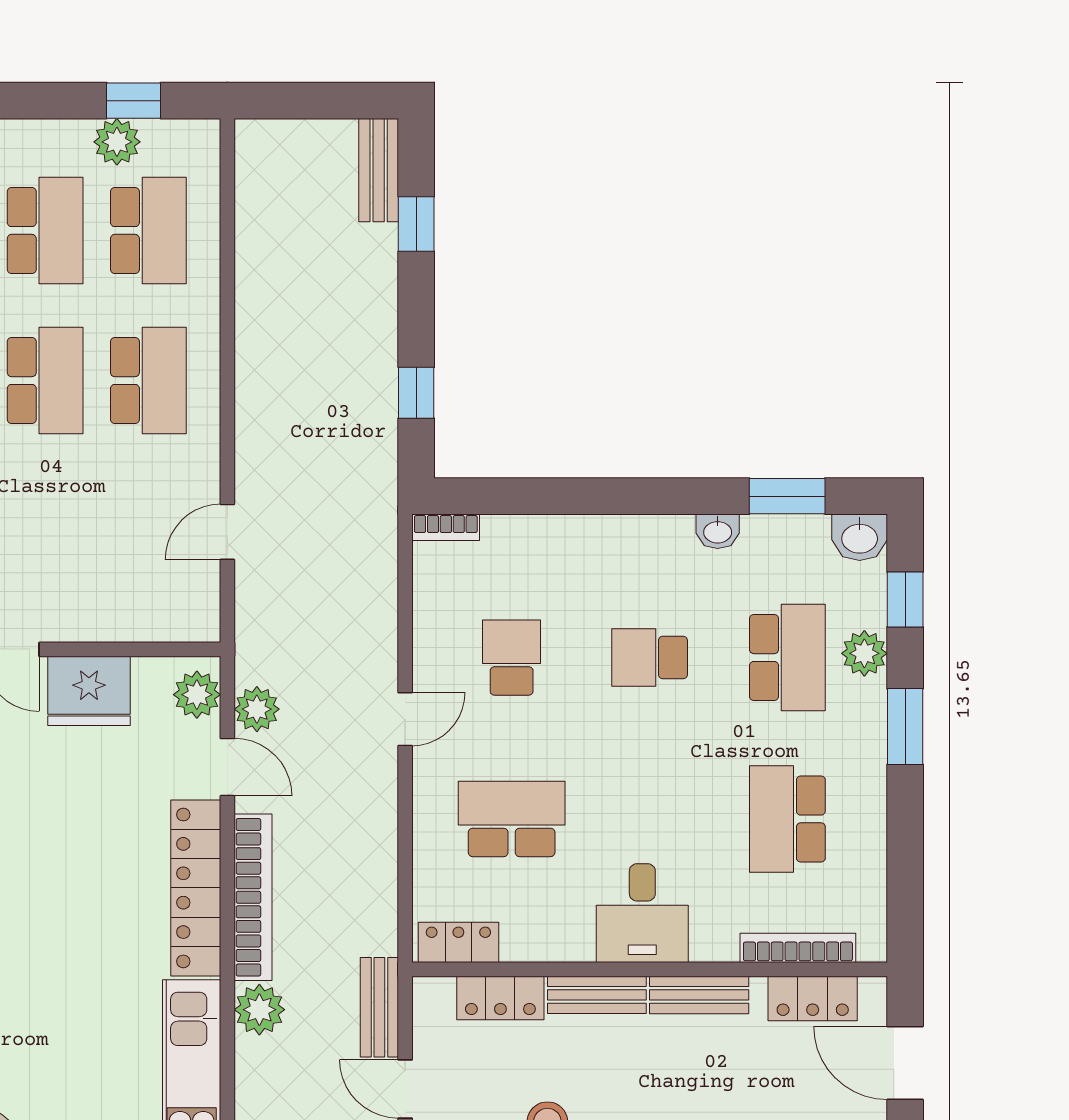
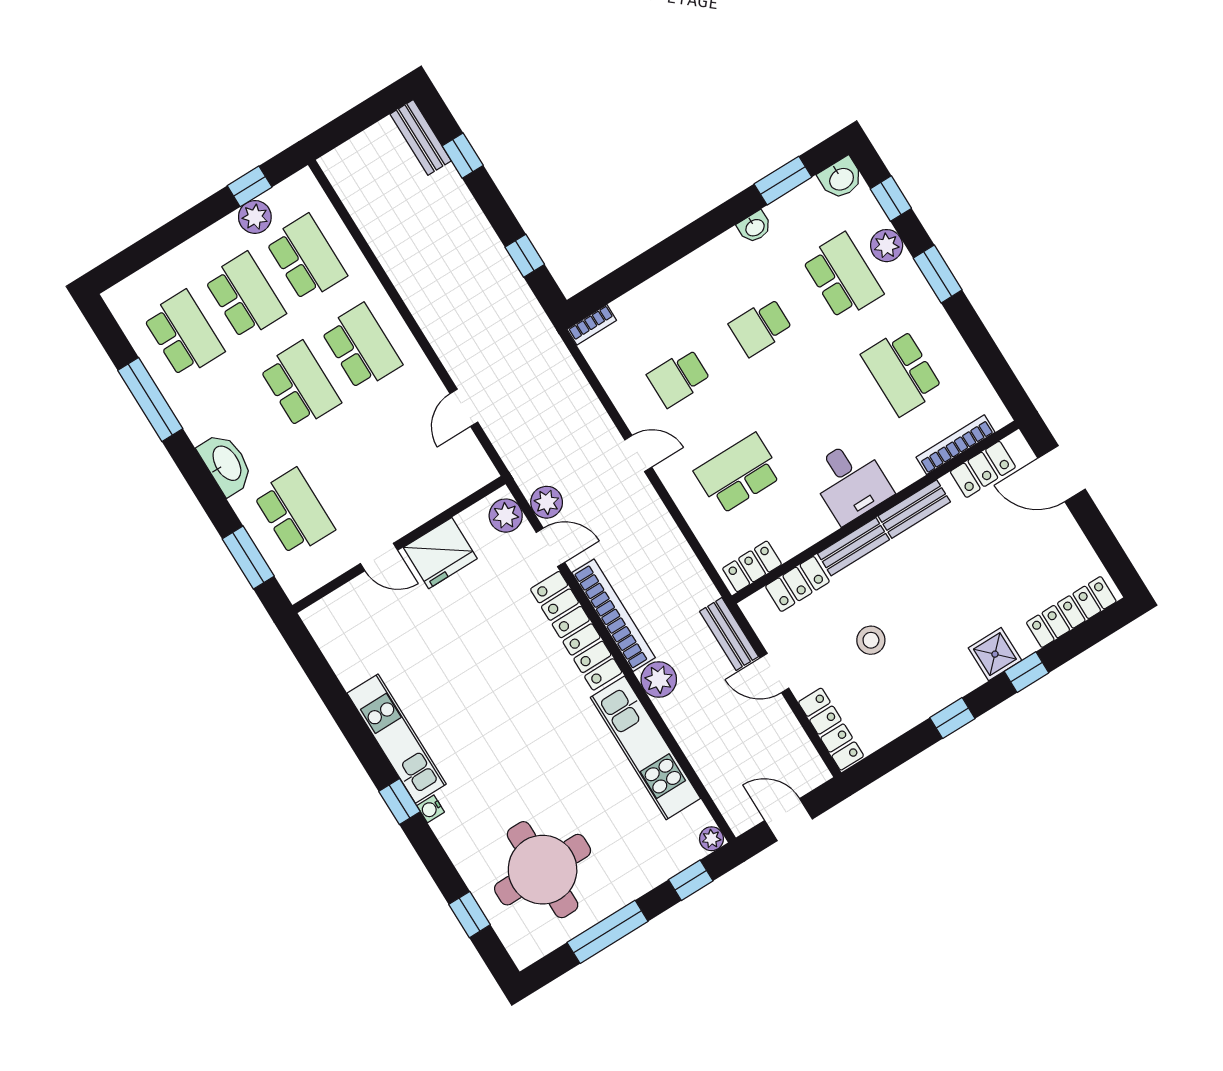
school desk: (512, 658) -> (679, 378), turned -90
door: (405, 719) -> (638, 454), hinge flipped

